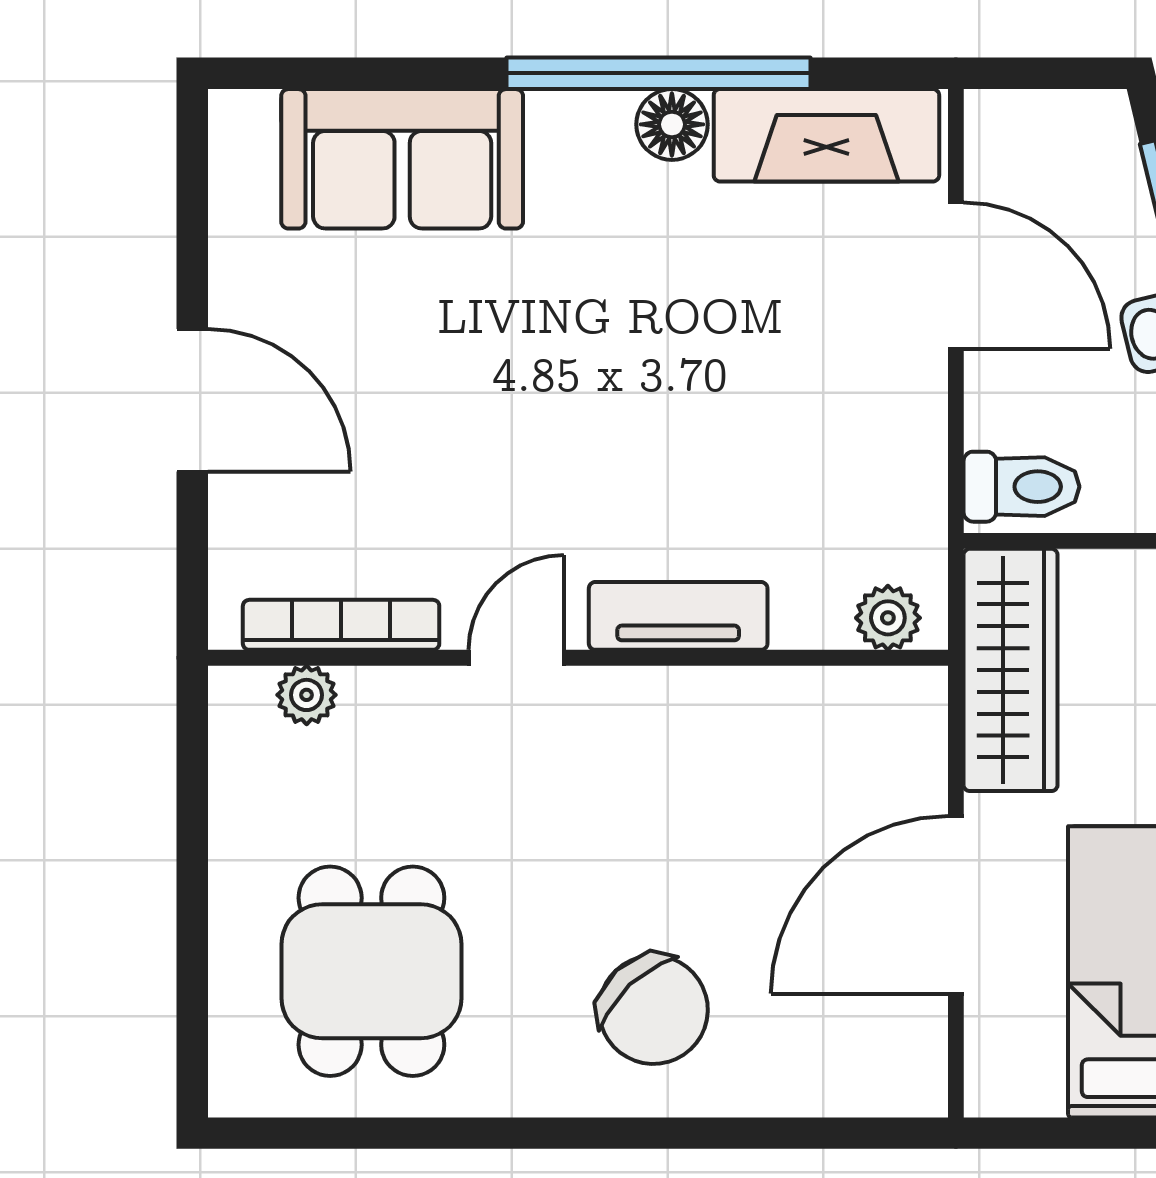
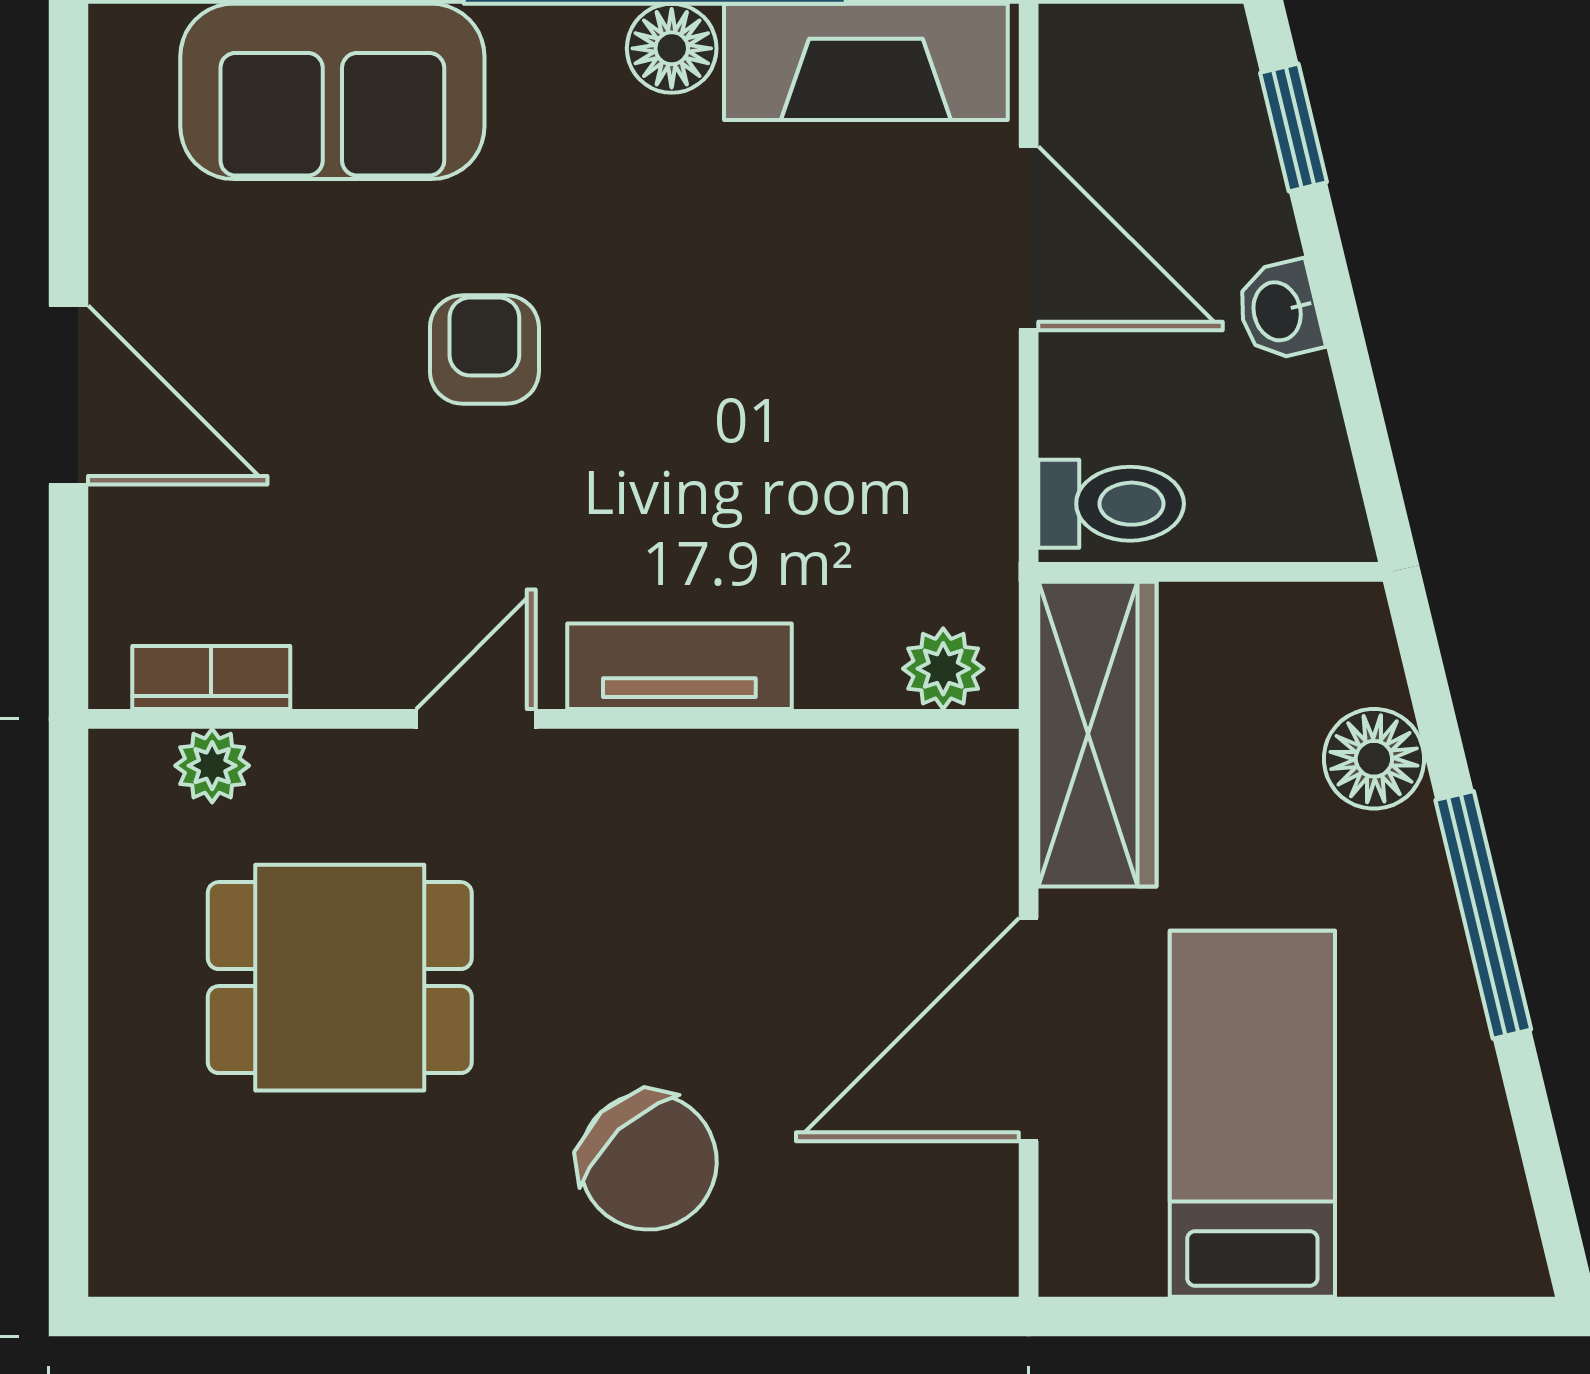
armchair: (523, 364) -> (484, 349), added
bookcase: (341, 625) -> (211, 677), width x0.64
dining table: (371, 971) -> (340, 978), moved, turned 90

